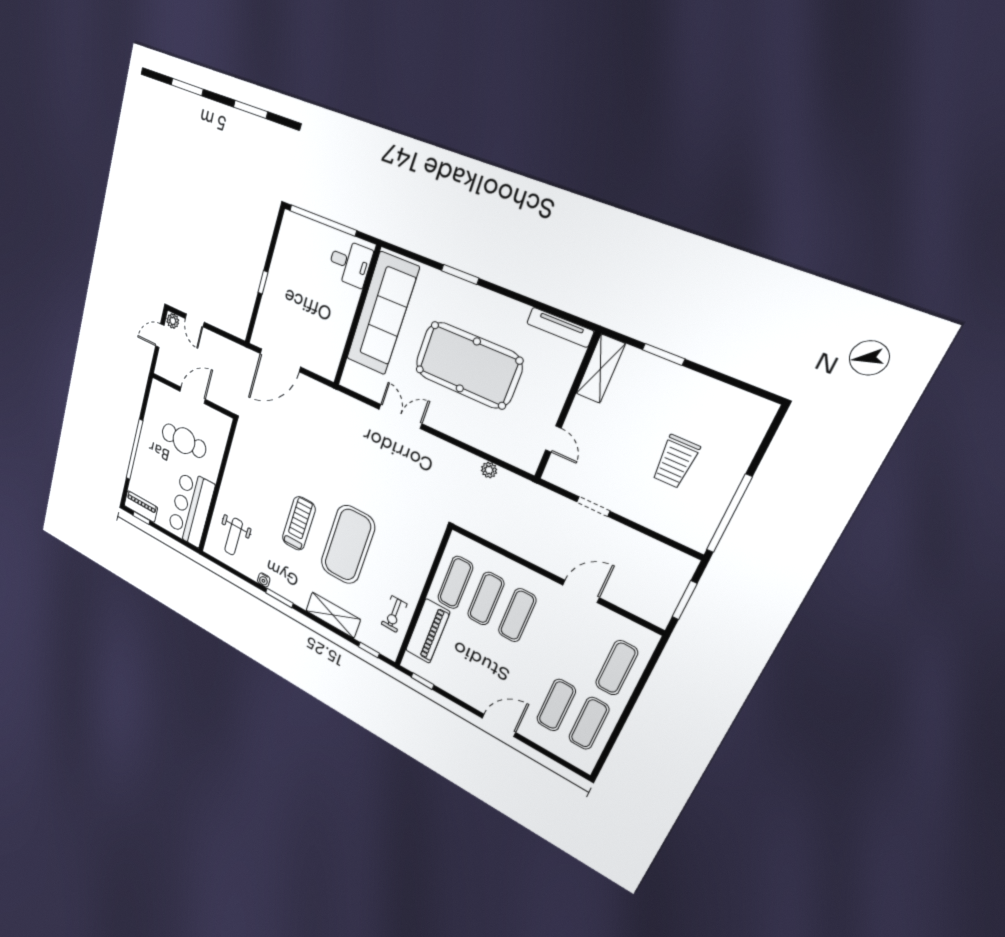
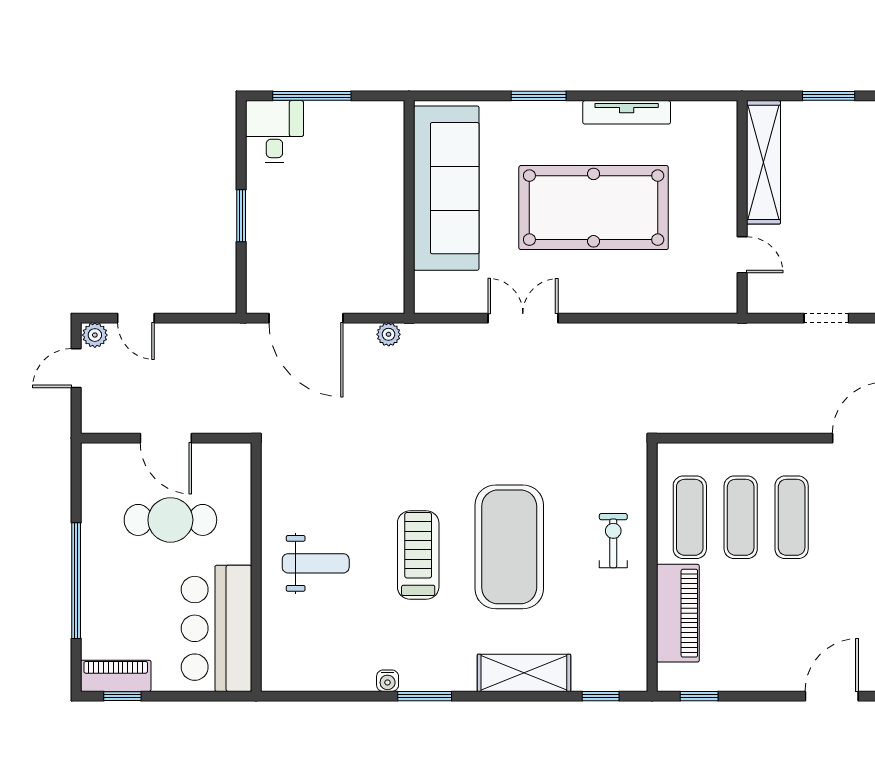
window: (323, 220) -> (312, 96), width x0.68
desk: (350, 263) -> (274, 132), moved, turned -90
window: (263, 282) -> (241, 216), width x1.50
tv unit: (560, 327) -> (627, 112), moved
door: (280, 360) -> (306, 318), hinge flipped
shelving: (600, 369) -> (763, 162), width x1.47
door: (193, 395) -> (166, 438), swing flipped
plant: (489, 470) -> (389, 334), moved
weight bench: (234, 537) -> (316, 563), moved, turned -90
exercise bike: (394, 614) -> (613, 541), moved, turned 180

